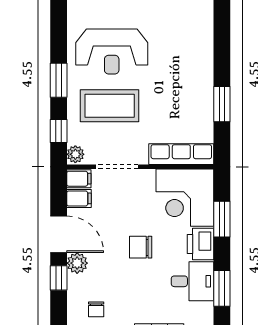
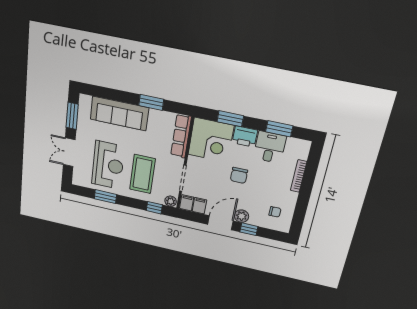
sofa: (196, 60) -> (119, 113), added
window: (59, 80) -> (105, 197), moved

